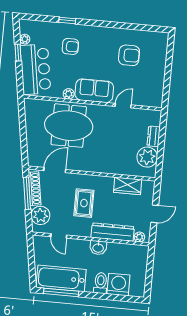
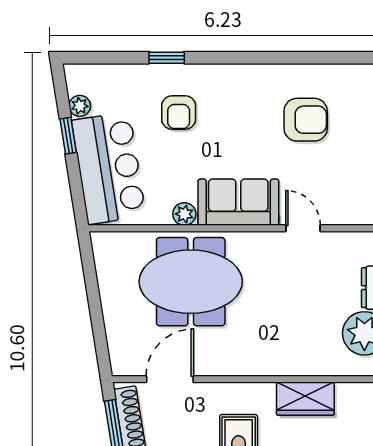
armchair: (70, 46) -> (179, 112), turned 90
door: (123, 106) -> (303, 228), hinge flipped
wardrobe: (128, 186) -> (305, 399), moved

